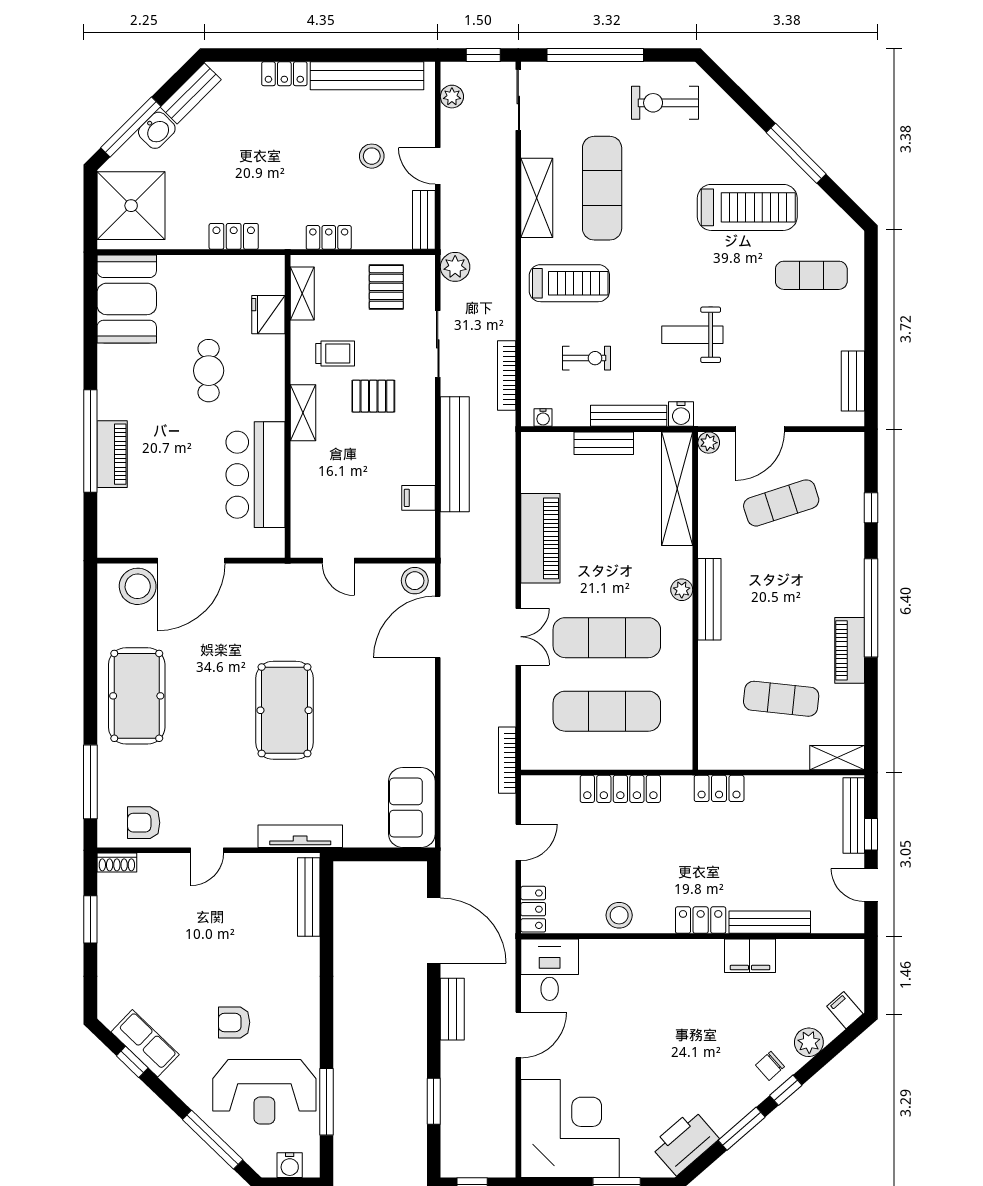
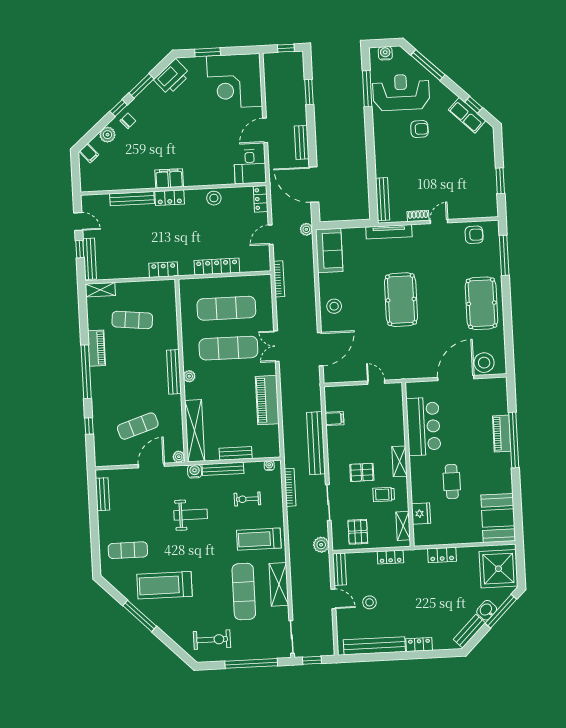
plant: (452, 97) -> (306, 229), moved
stool: (415, 581) -> (334, 306), moved
shoe rack: (117, 863) -> (418, 216), moved
filing cabinet: (750, 956) -> (169, 178), moved

